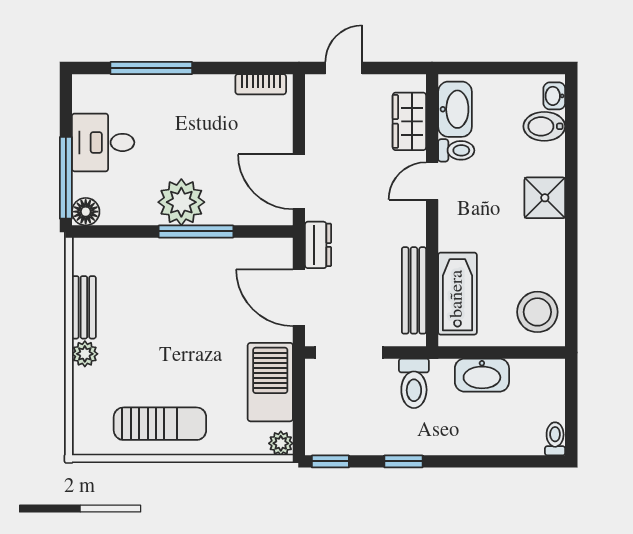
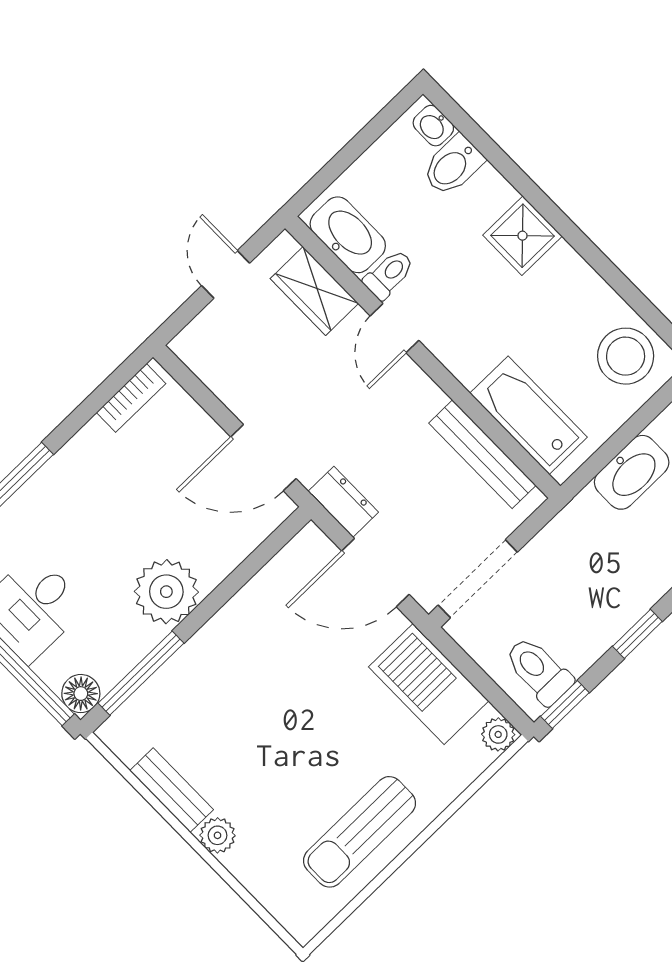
door: (344, 68) -> (226, 274), moved
window: (196, 231) -> (141, 673), moved
toilet: (414, 383) -> (539, 671), moved, turned 180
sun lounger: (160, 424) -> (360, 832), turned 180

